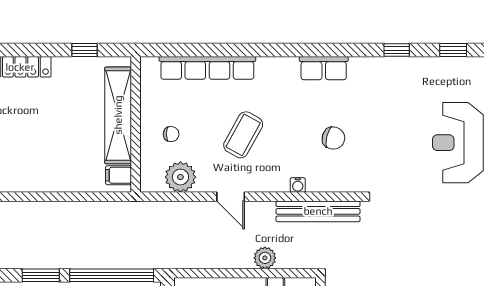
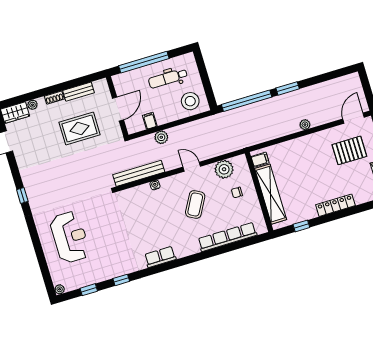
chair: (333, 138) -> (142, 218), removed
plant: (31, 210) -> (305, 125), added

